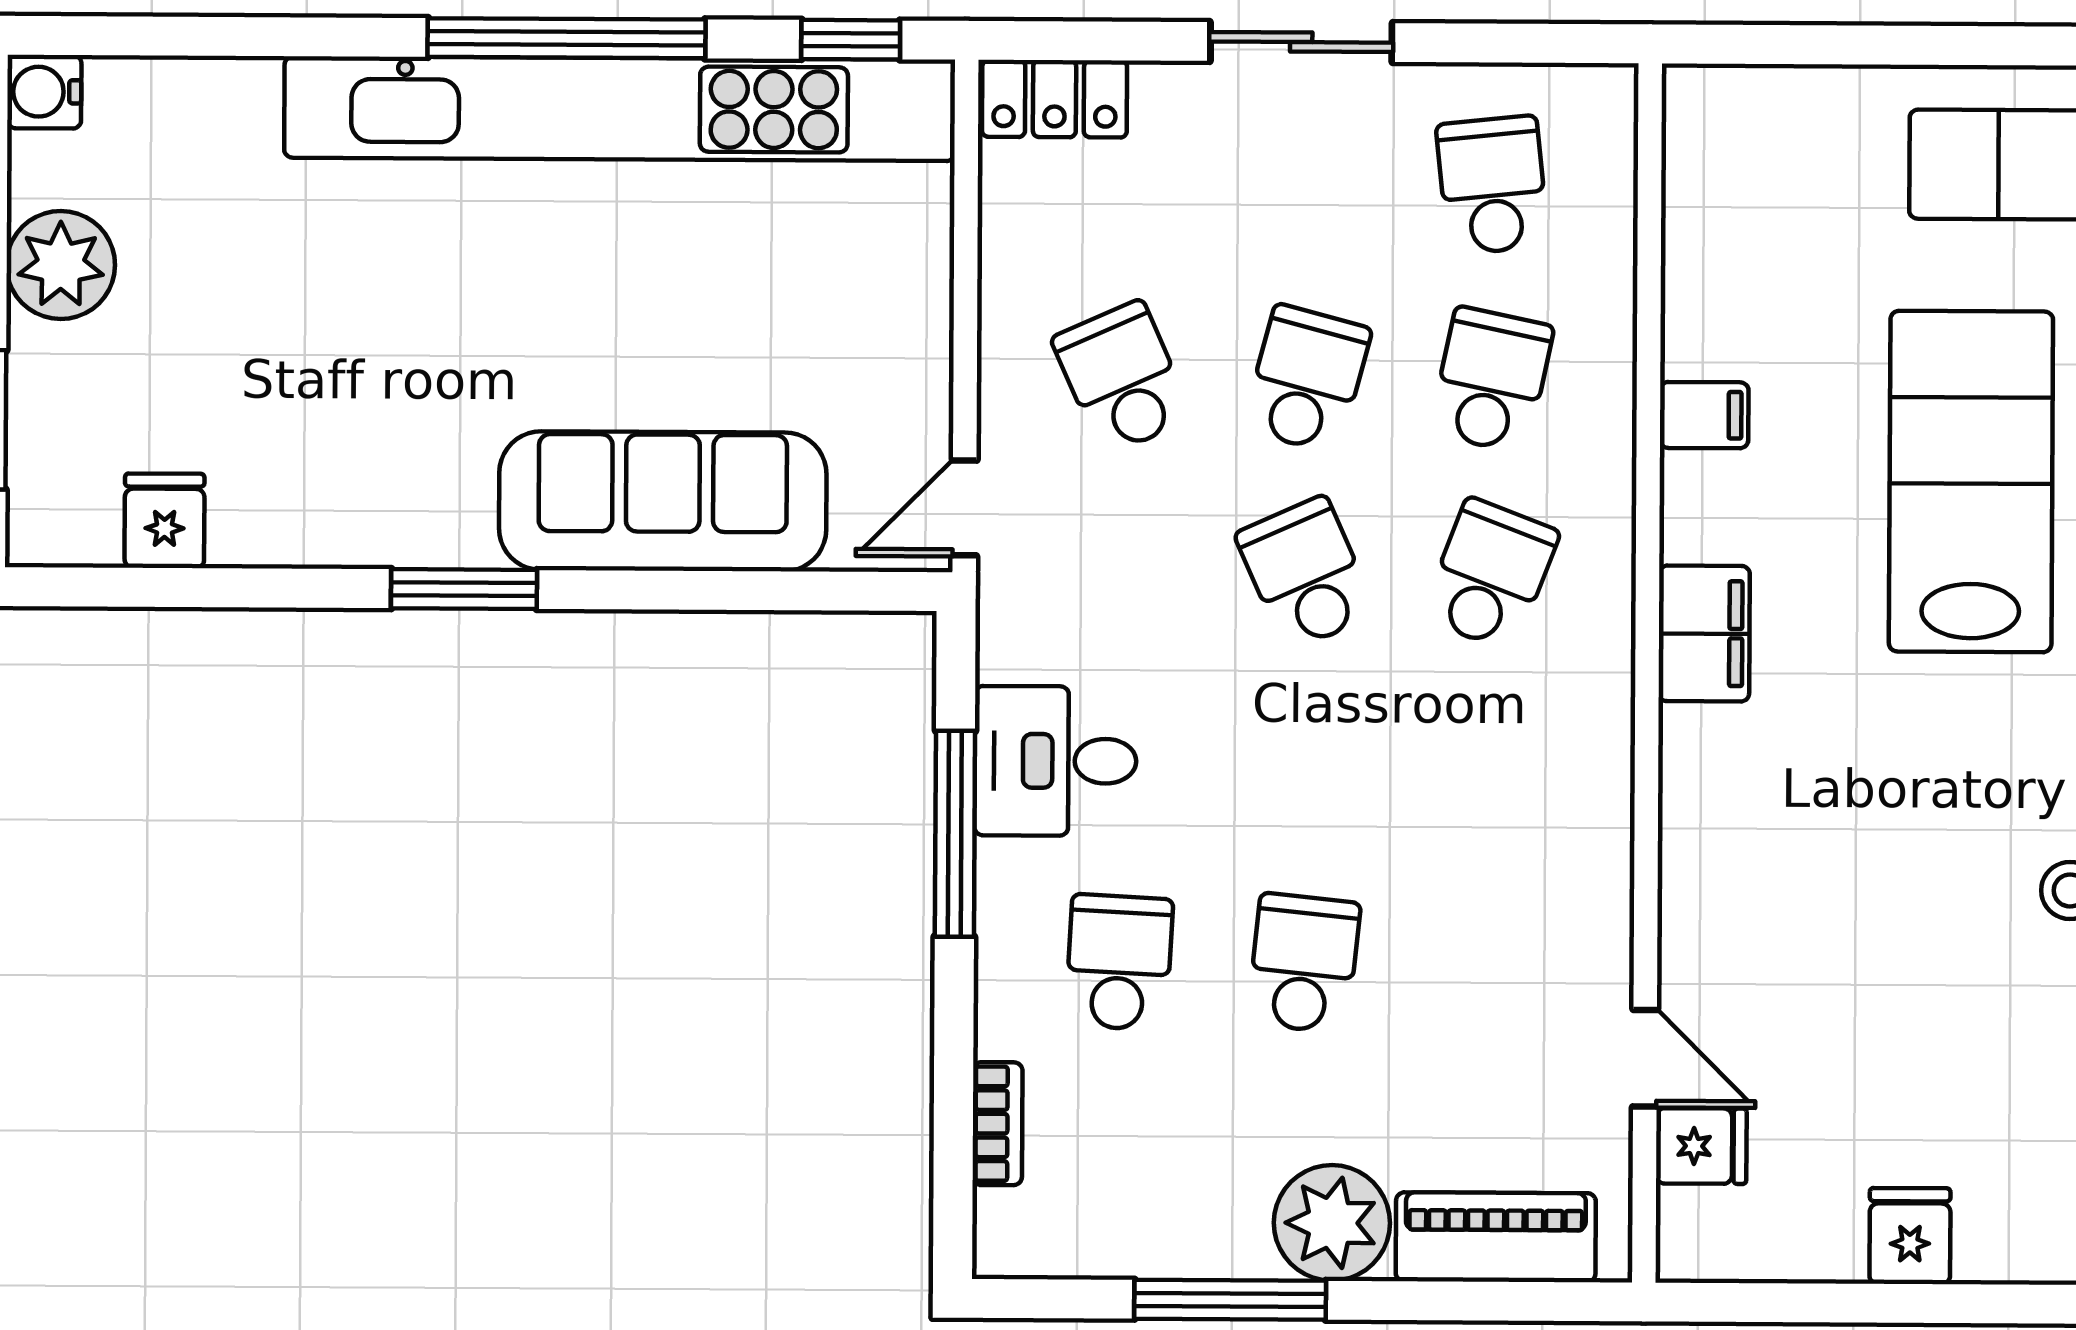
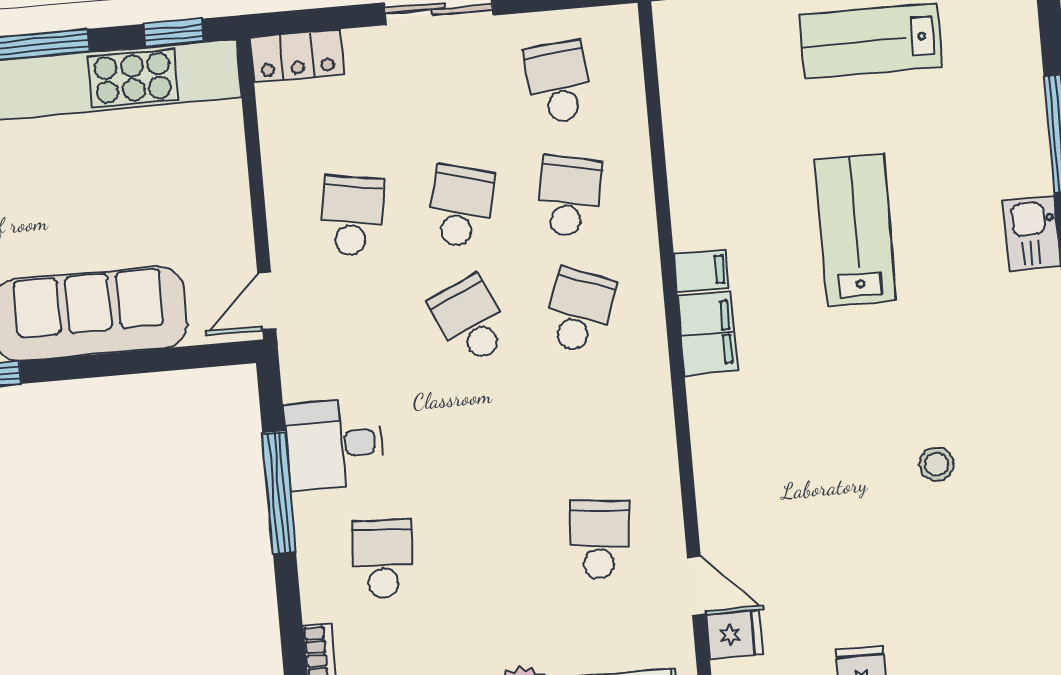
school desk: (1122, 378) -> (352, 216), turned 33
filing cabinet: (1704, 415) -> (701, 271), moved
lab bench: (1971, 482) -> (856, 230), width x0.73, depth x0.72
school desk: (1304, 963) -> (599, 540), moved

